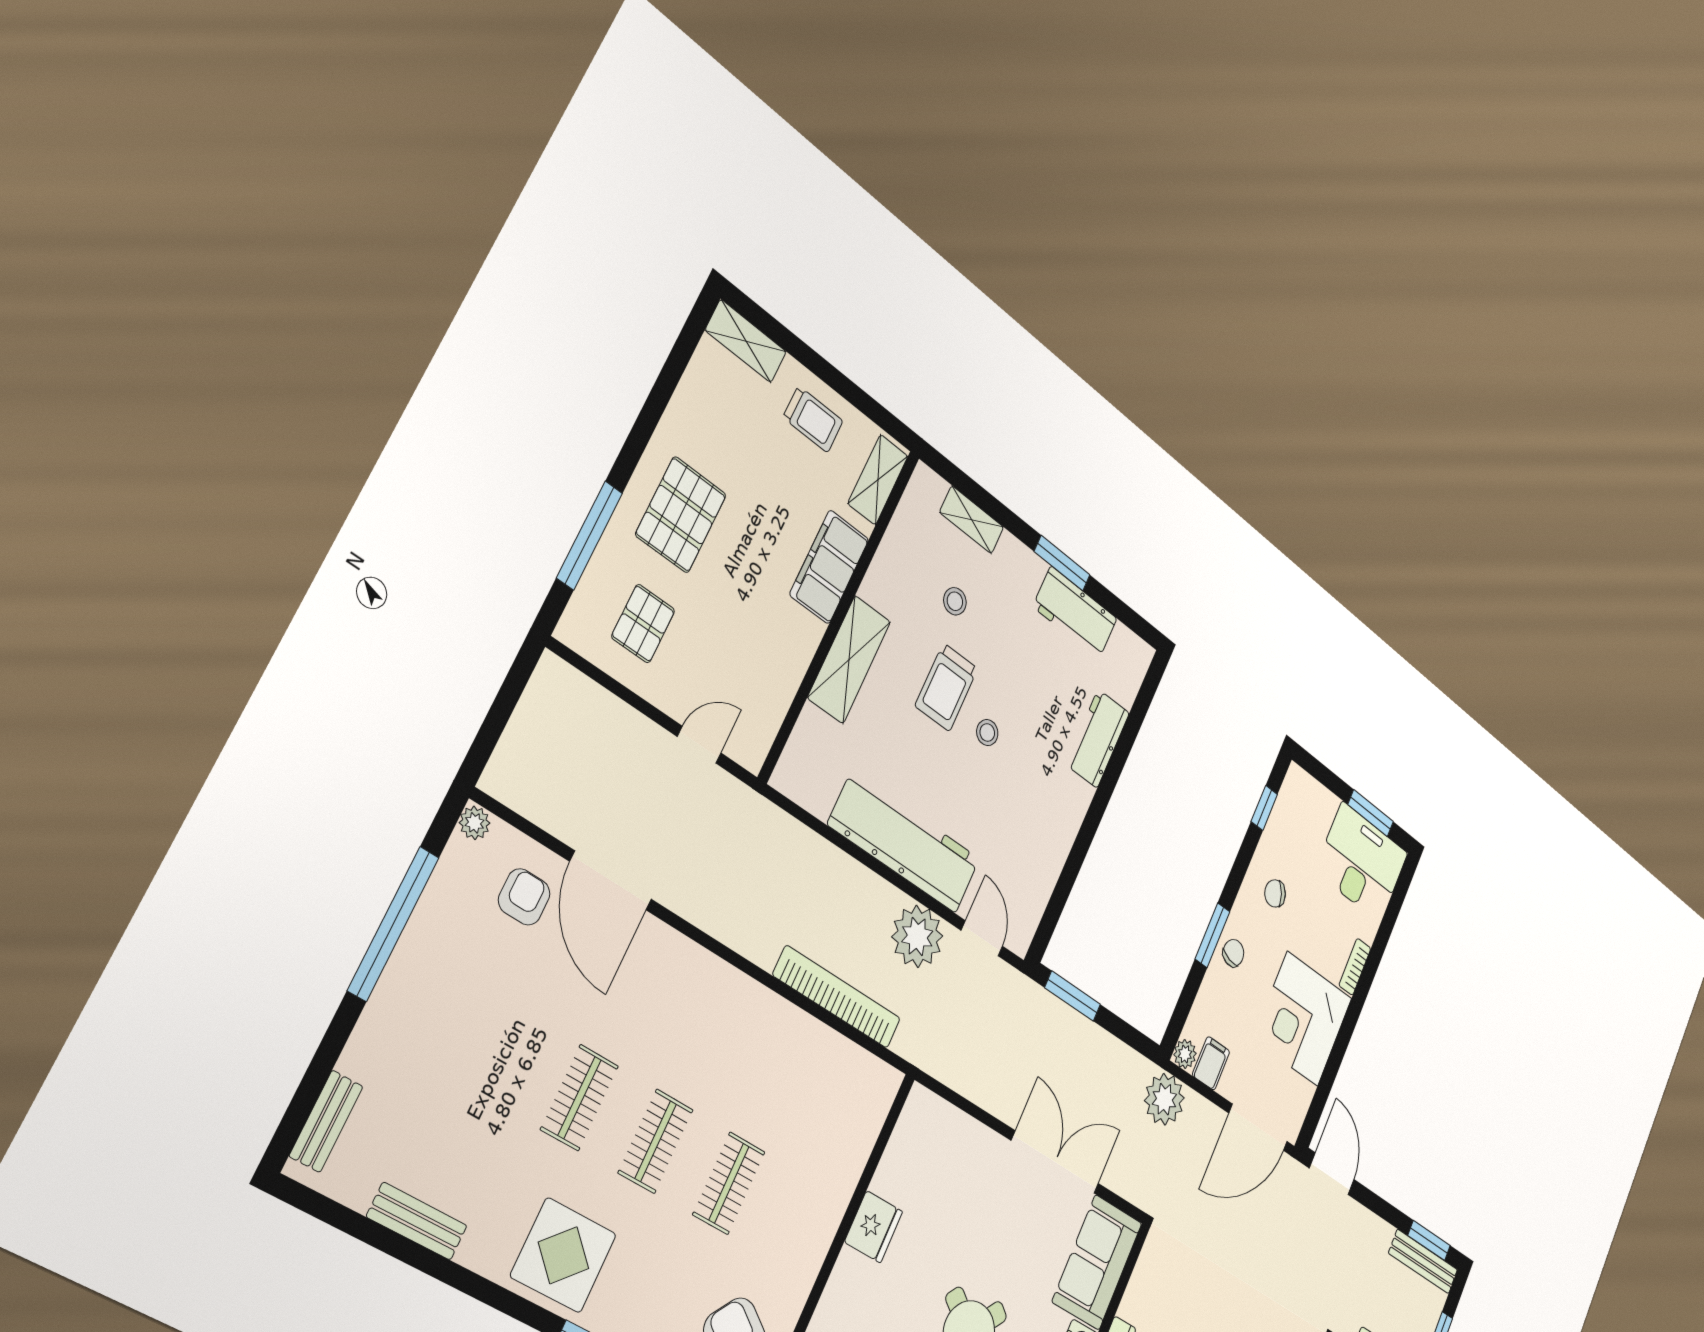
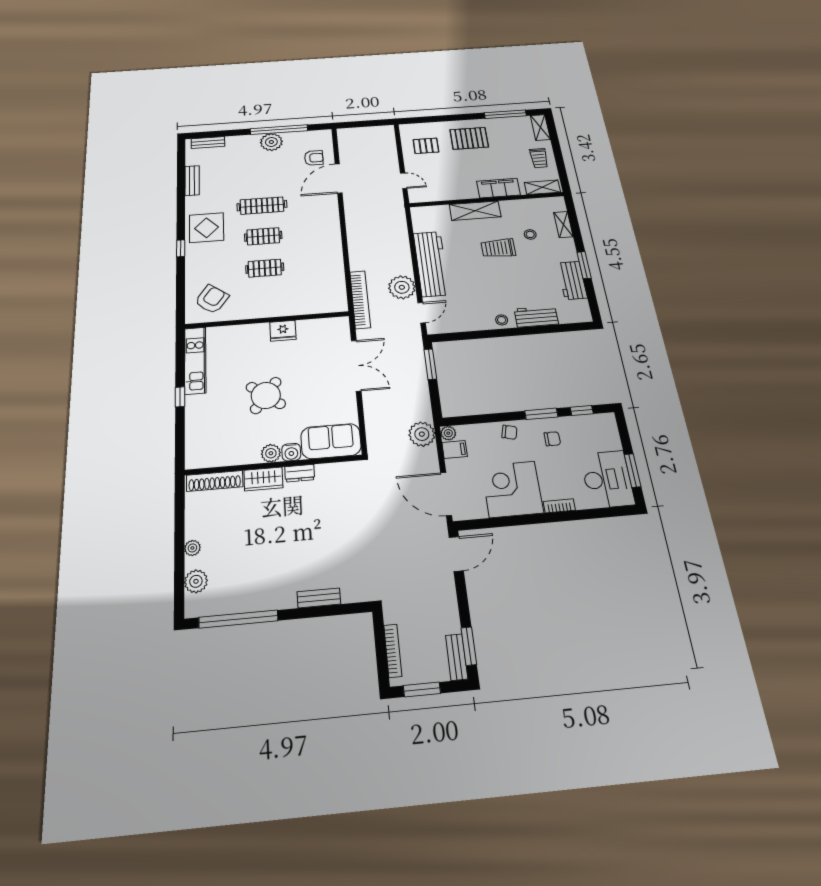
window: (589, 535) -> (505, 114), moved
stool: (987, 733) -> (502, 320), moved
plant: (475, 823) -> (271, 142), moved, width x1.88, depth x1.88
chair: (1275, 893) -> (552, 439), turned 117
window: (1212, 935) -> (541, 414), moved
bookcase: (837, 997) -> (360, 300), moved
clothes rail: (579, 1098) -> (262, 206), width x1.36
double door: (1055, 1162) -> (356, 366), moved
bench: (1423, 1262) -> (457, 657), width x0.73

